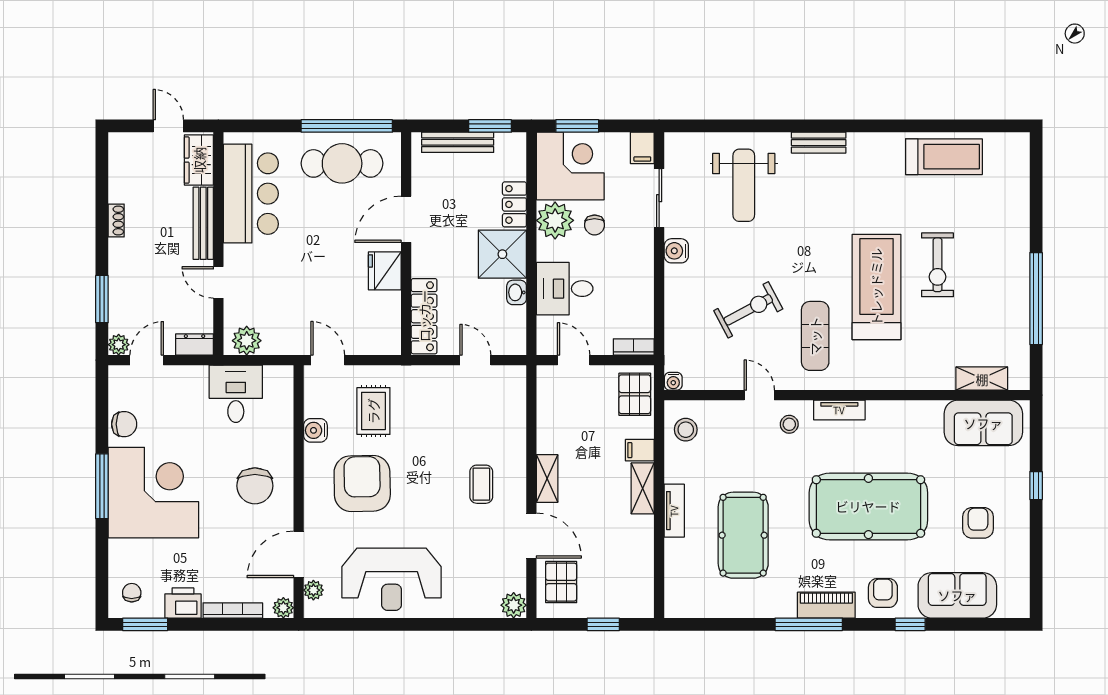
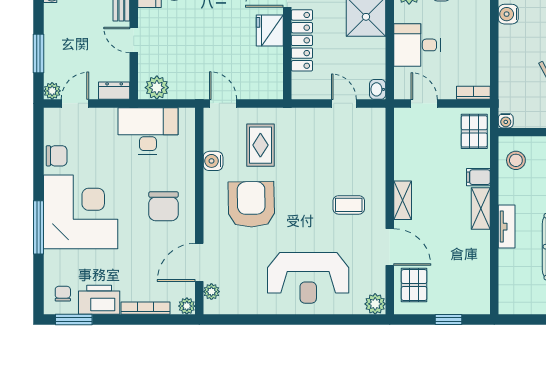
washbasin: (517, 292) -> (378, 89), moved
locker: (424, 316) -> (302, 40), moved
desk: (236, 394) -> (148, 131), width x1.37
coffee table: (481, 484) -> (349, 205), turned 90
window: (102, 486) -> (38, 227), moved
reception desk: (392, 579) -> (308, 278), moved
printer: (183, 603) -> (99, 300), width x1.37, depth x1.19

